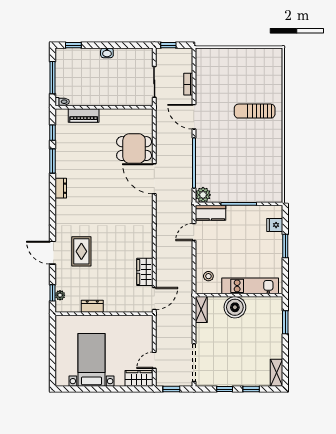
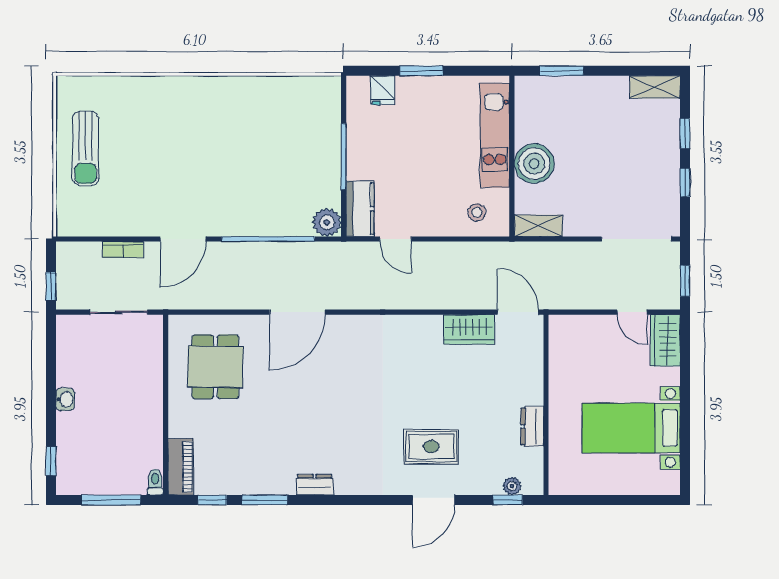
sun lounger: (255, 111) -> (86, 148), moved
piano: (84, 115) -> (181, 467), moved
dining table: (134, 149) -> (215, 367), moved

